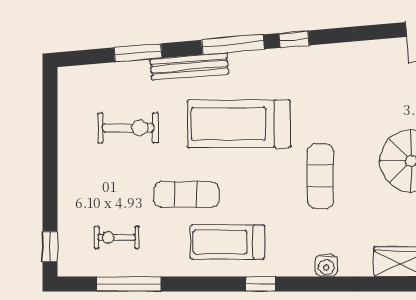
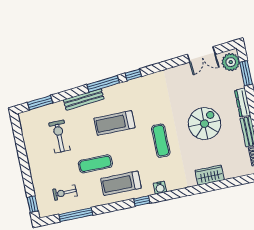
window: (138, 53) -> (40, 103), moved
treadmill: (239, 124) -> (114, 123), width x0.73, depth x0.73
exercise bike: (128, 128) -> (59, 136), turned -90
water cooler: (326, 266) -> (160, 188), moved

